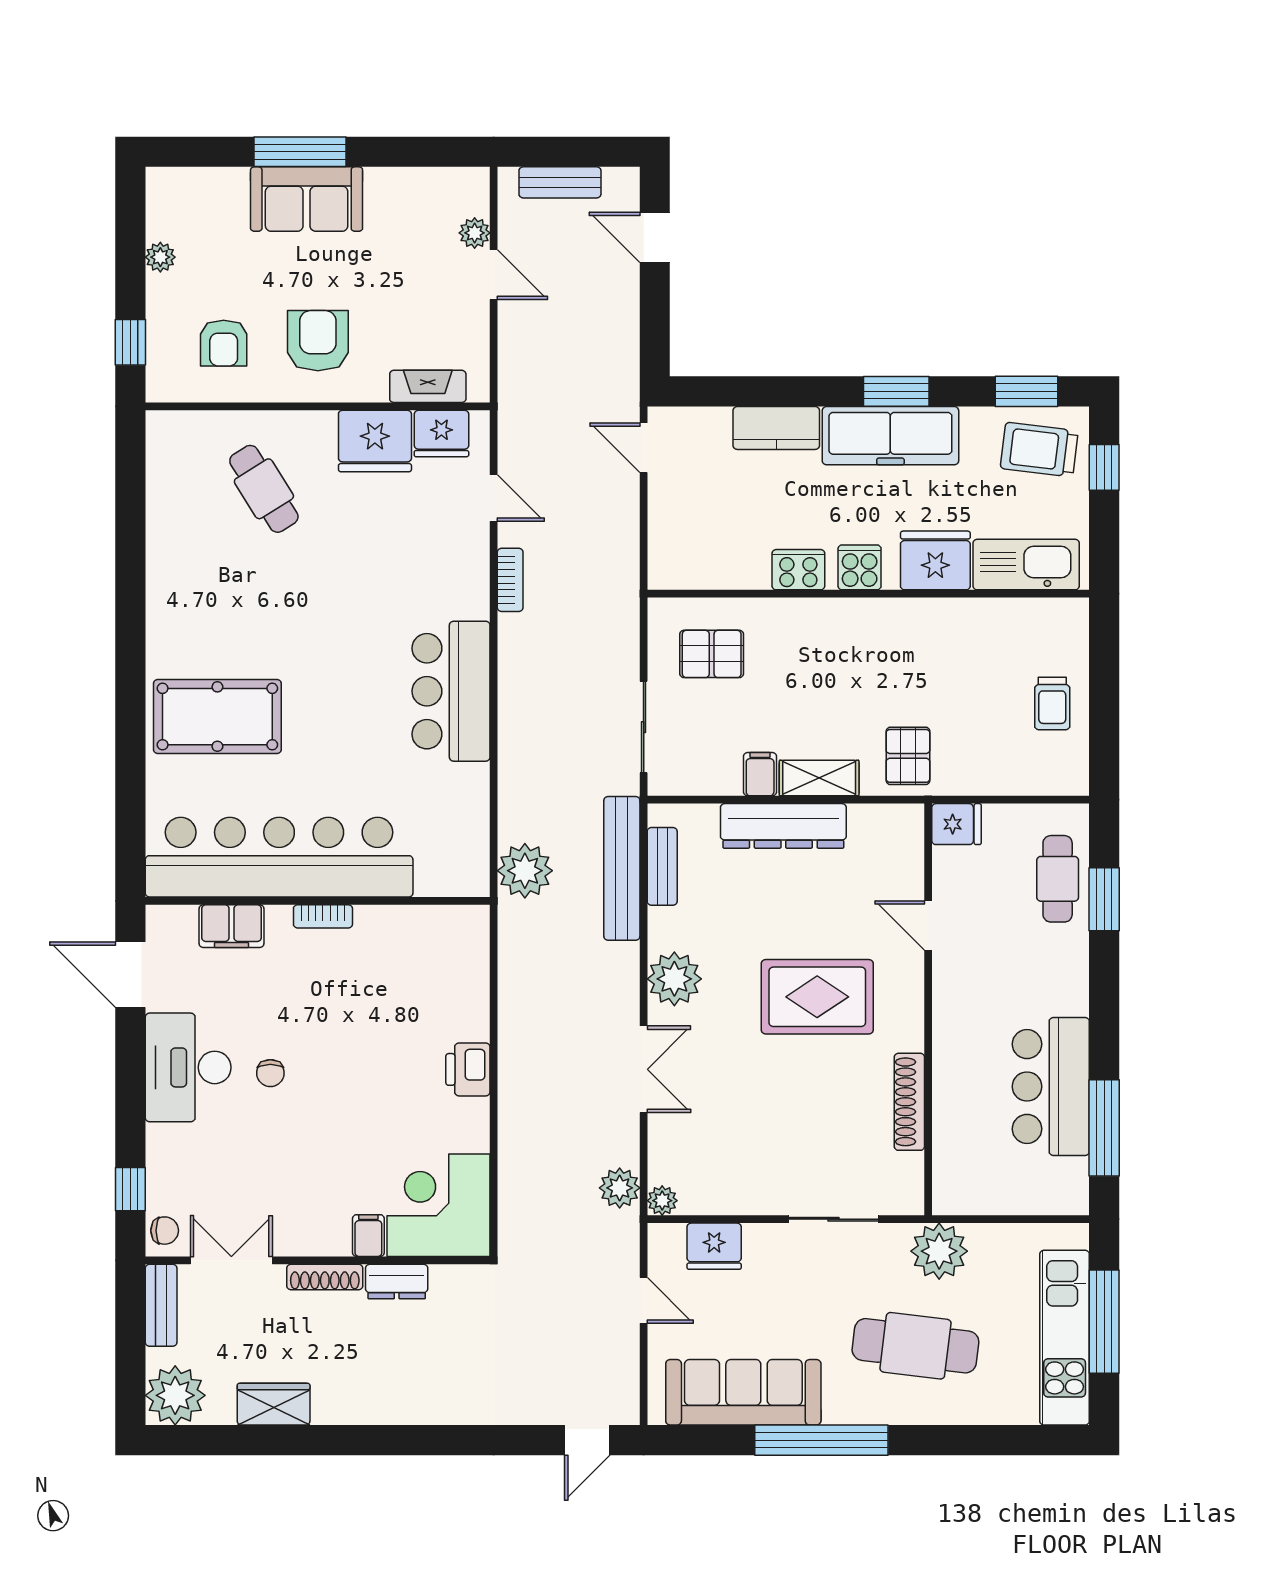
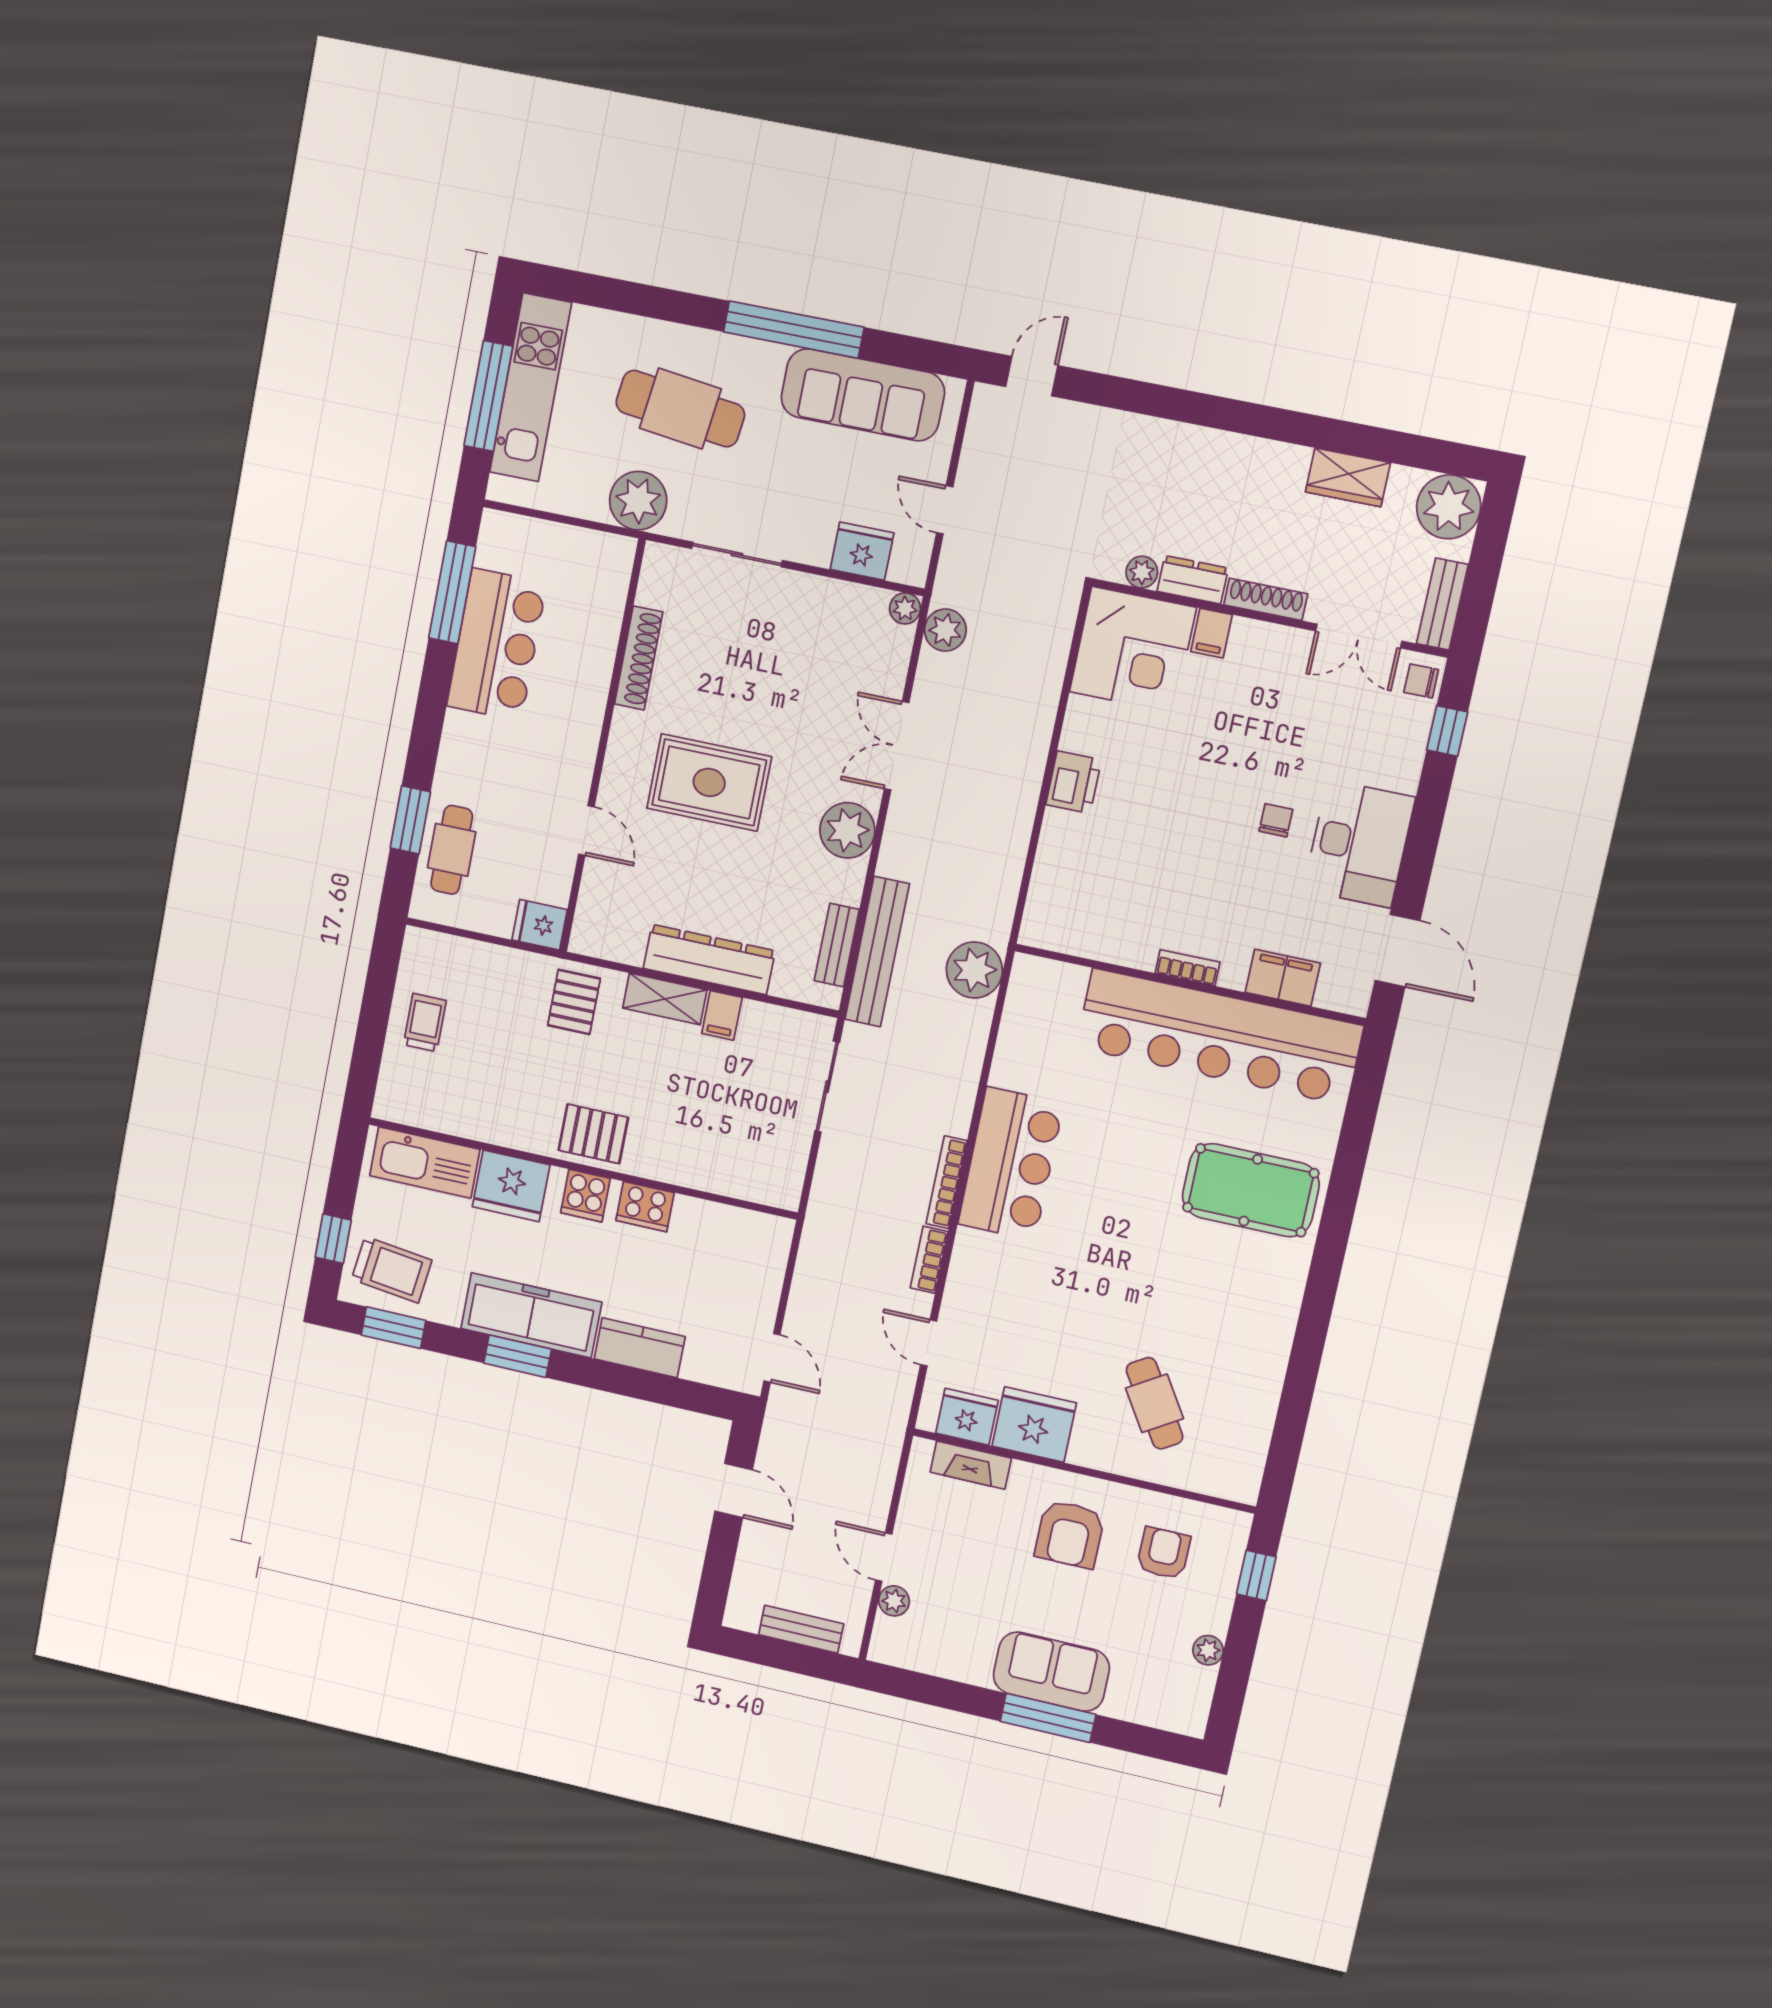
door: (655, 237) -> (734, 1491), moved
pallet: (712, 654) -> (593, 1134), moved
bookcase: (509, 659) -> (947, 1182), added
plant: (446, 1279) -> (1142, 572), added

